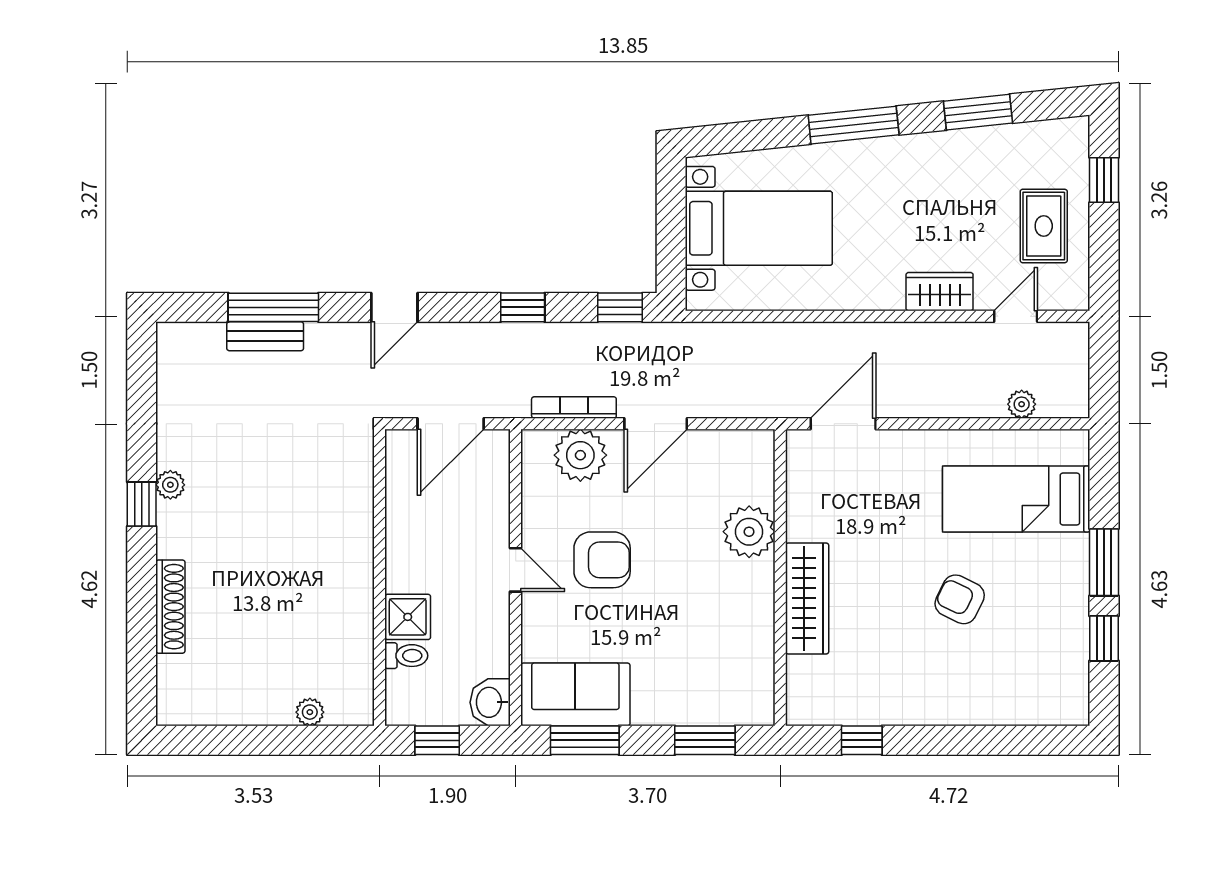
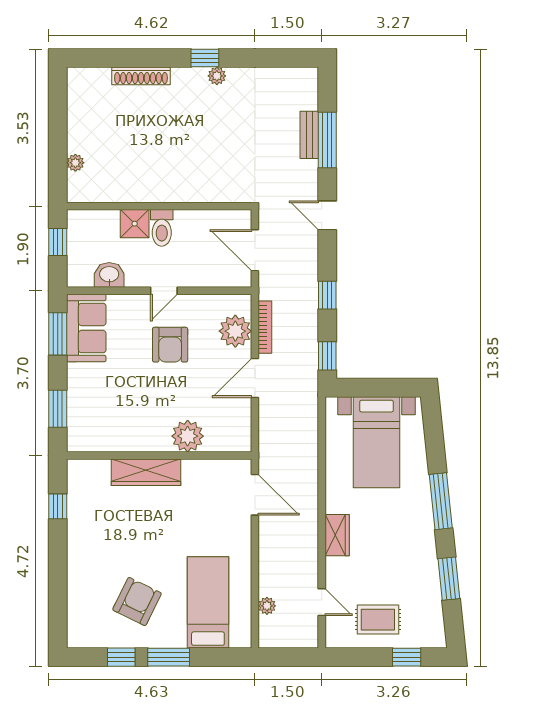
wardrobe: (940, 292) -> (337, 535), moved
door: (656, 424) -> (255, 378), hinge flipped
armchair: (960, 599) -> (137, 601), moved, width x1.38, depth x1.38
toilet: (406, 656) -> (162, 228), moved, width x1.37, depth x1.39
washbasin: (490, 702) -> (109, 275), moved

